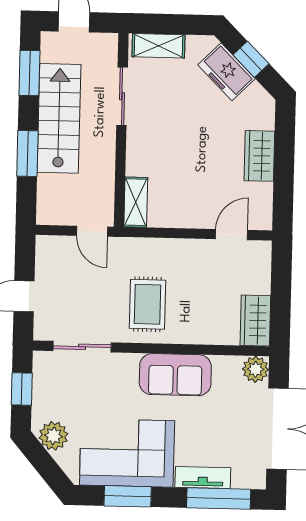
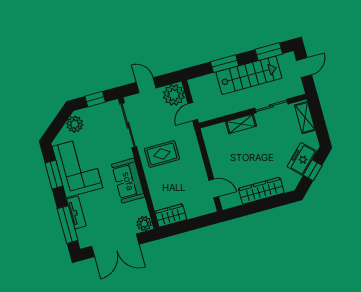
wardrobe: (259, 156) -> (261, 191), width x1.50
shelving: (136, 202) -> (241, 124), moved
plant: (54, 255) -> (174, 95), added
sliding door: (82, 347) -> (128, 125), width x1.37

